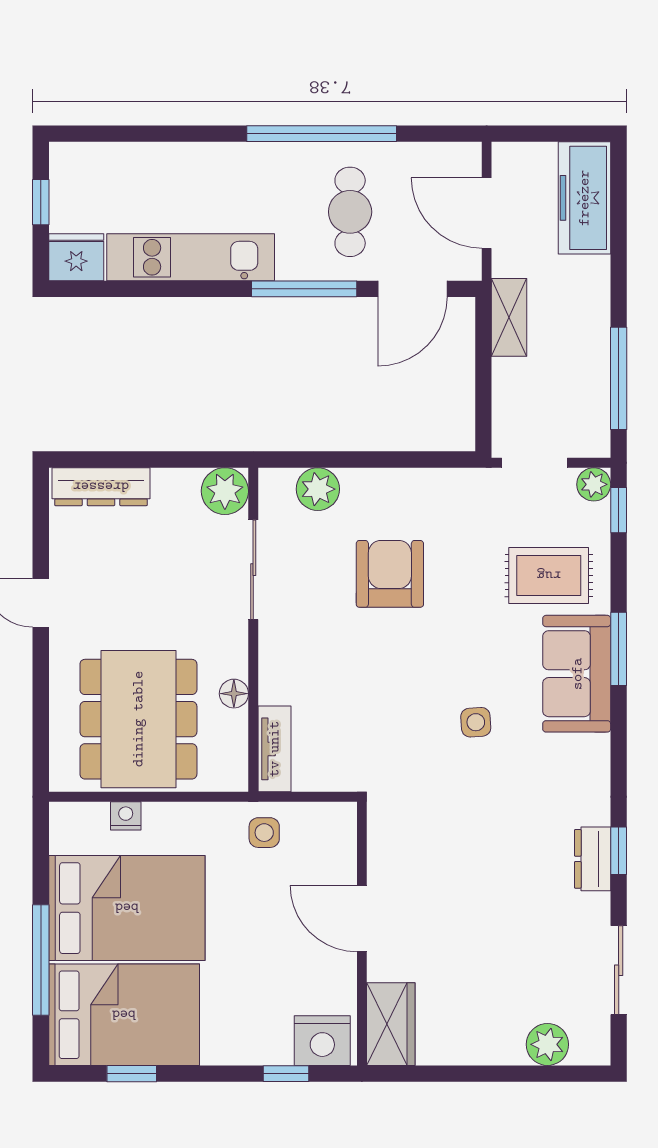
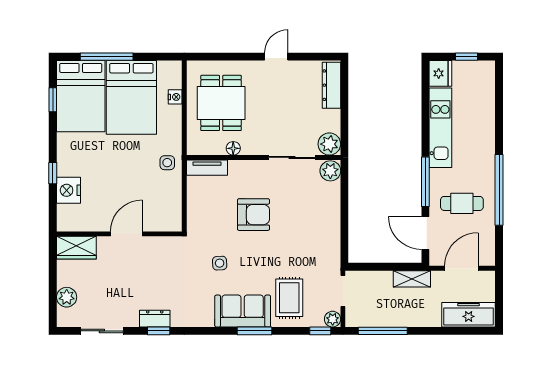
plant: (318, 489) -> (330, 171), moved
armchair: (390, 574) -> (253, 215), moved
dining table: (138, 719) -> (221, 103), width x0.73
door: (362, 919) -> (126, 234), moved
wall: (362, 934) -> (119, 234), moved
wardrobe: (391, 1024) -> (76, 248), moved

